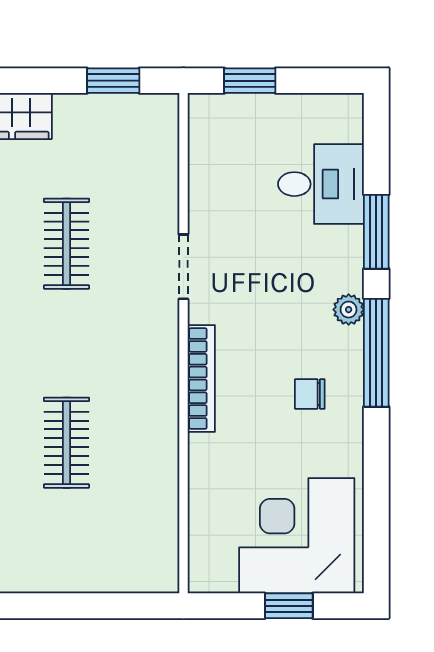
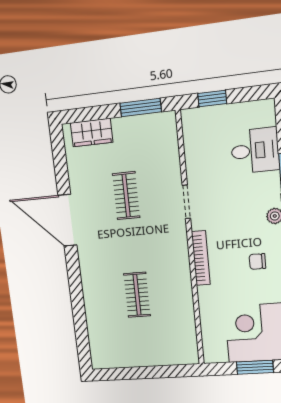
window: (113, 81) -> (141, 107), width x1.50
window: (289, 606) -> (255, 367), width x1.50

